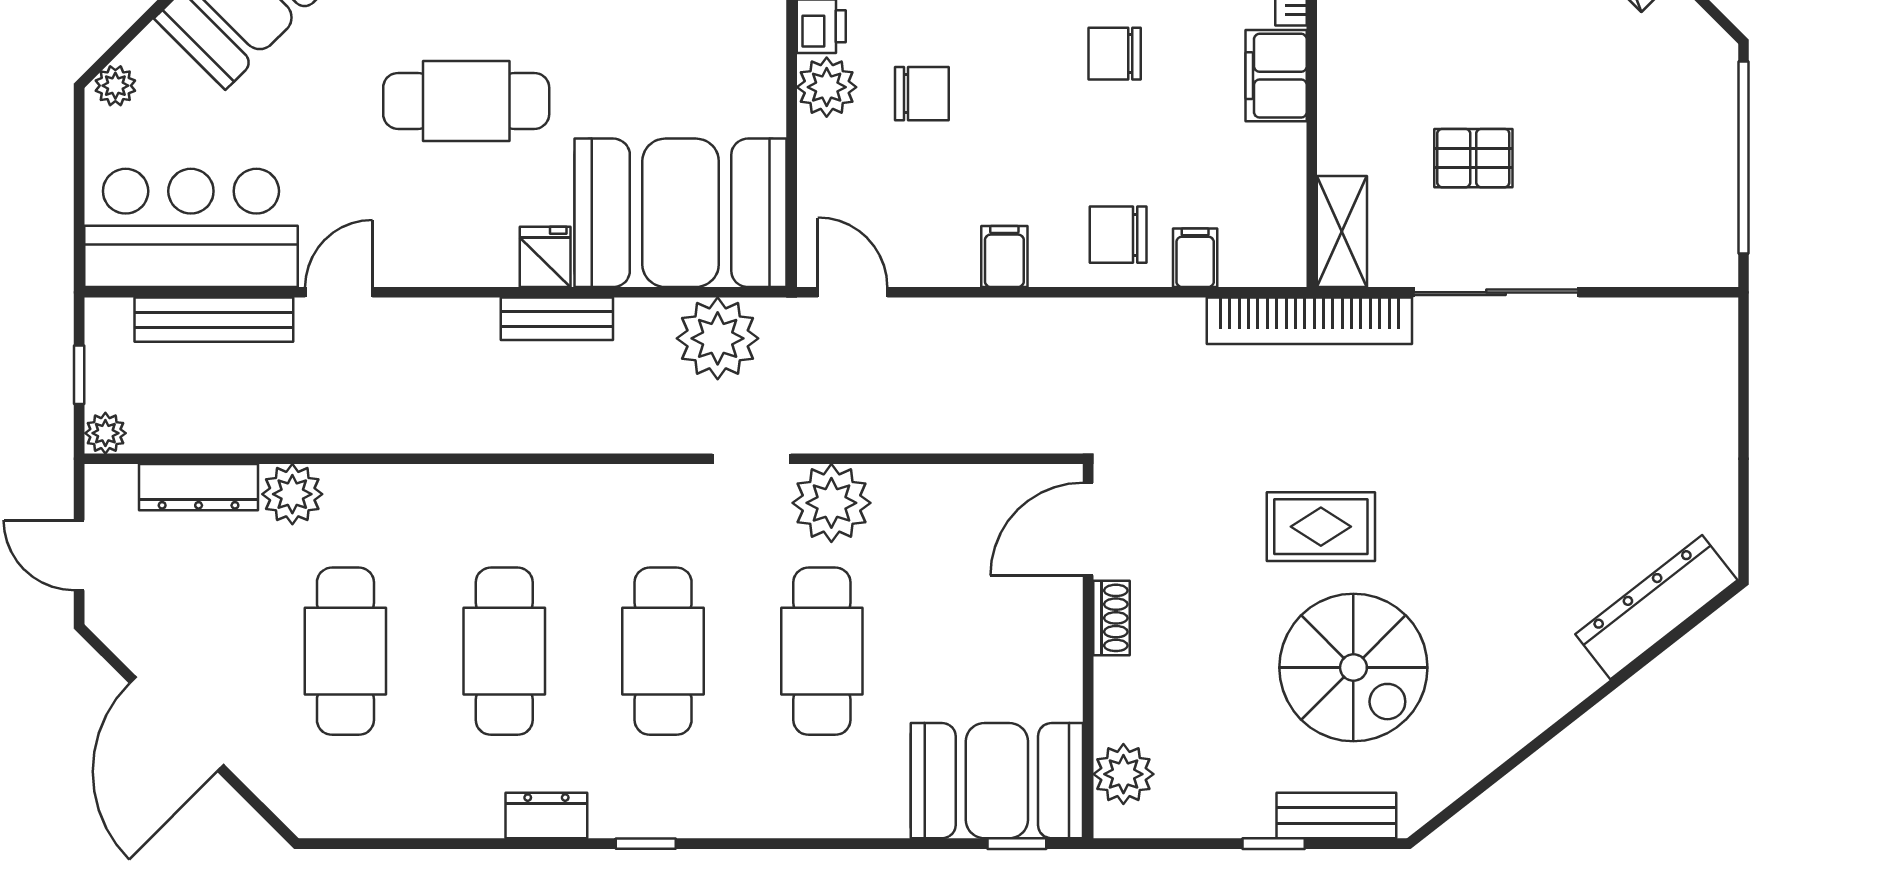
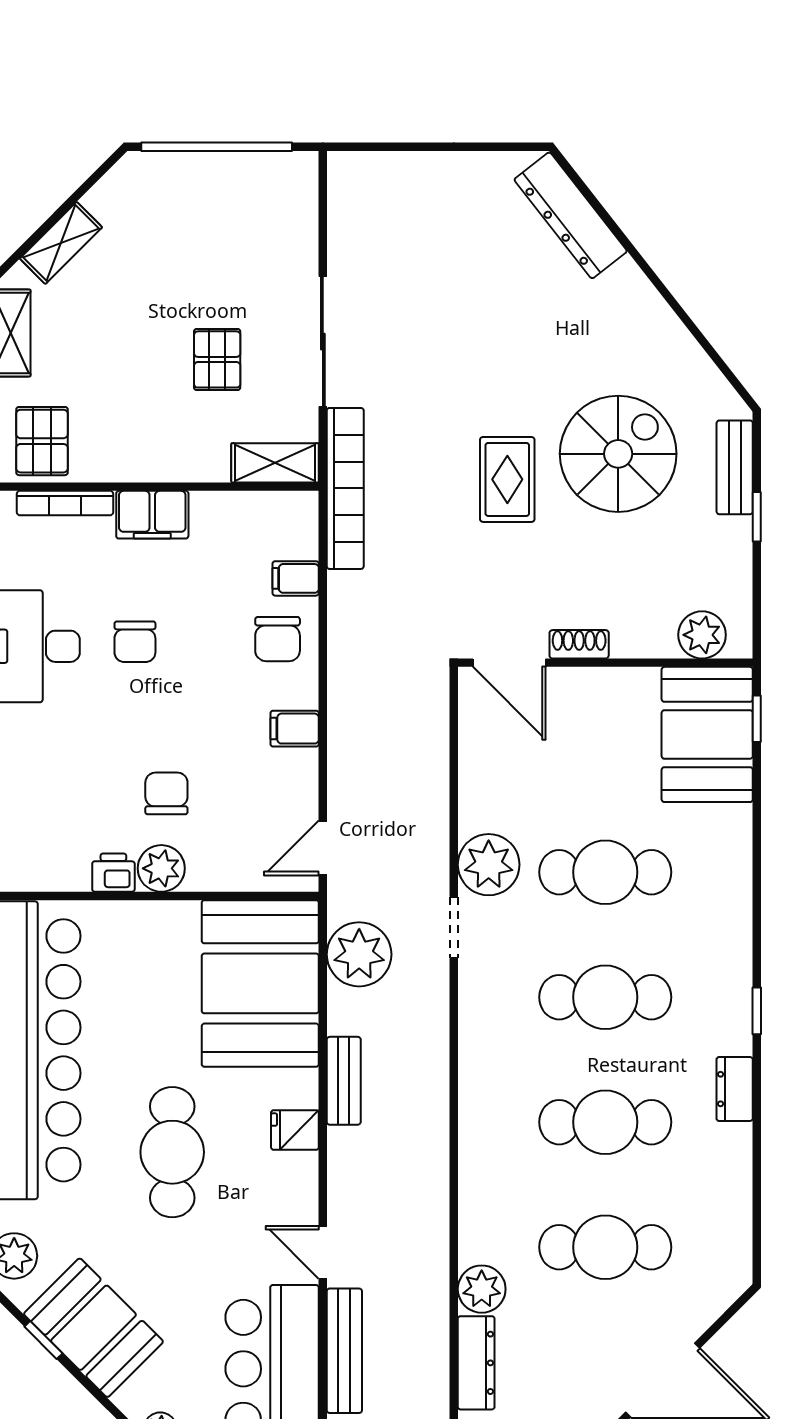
fridge: (545, 257) -> (295, 1130), moved

